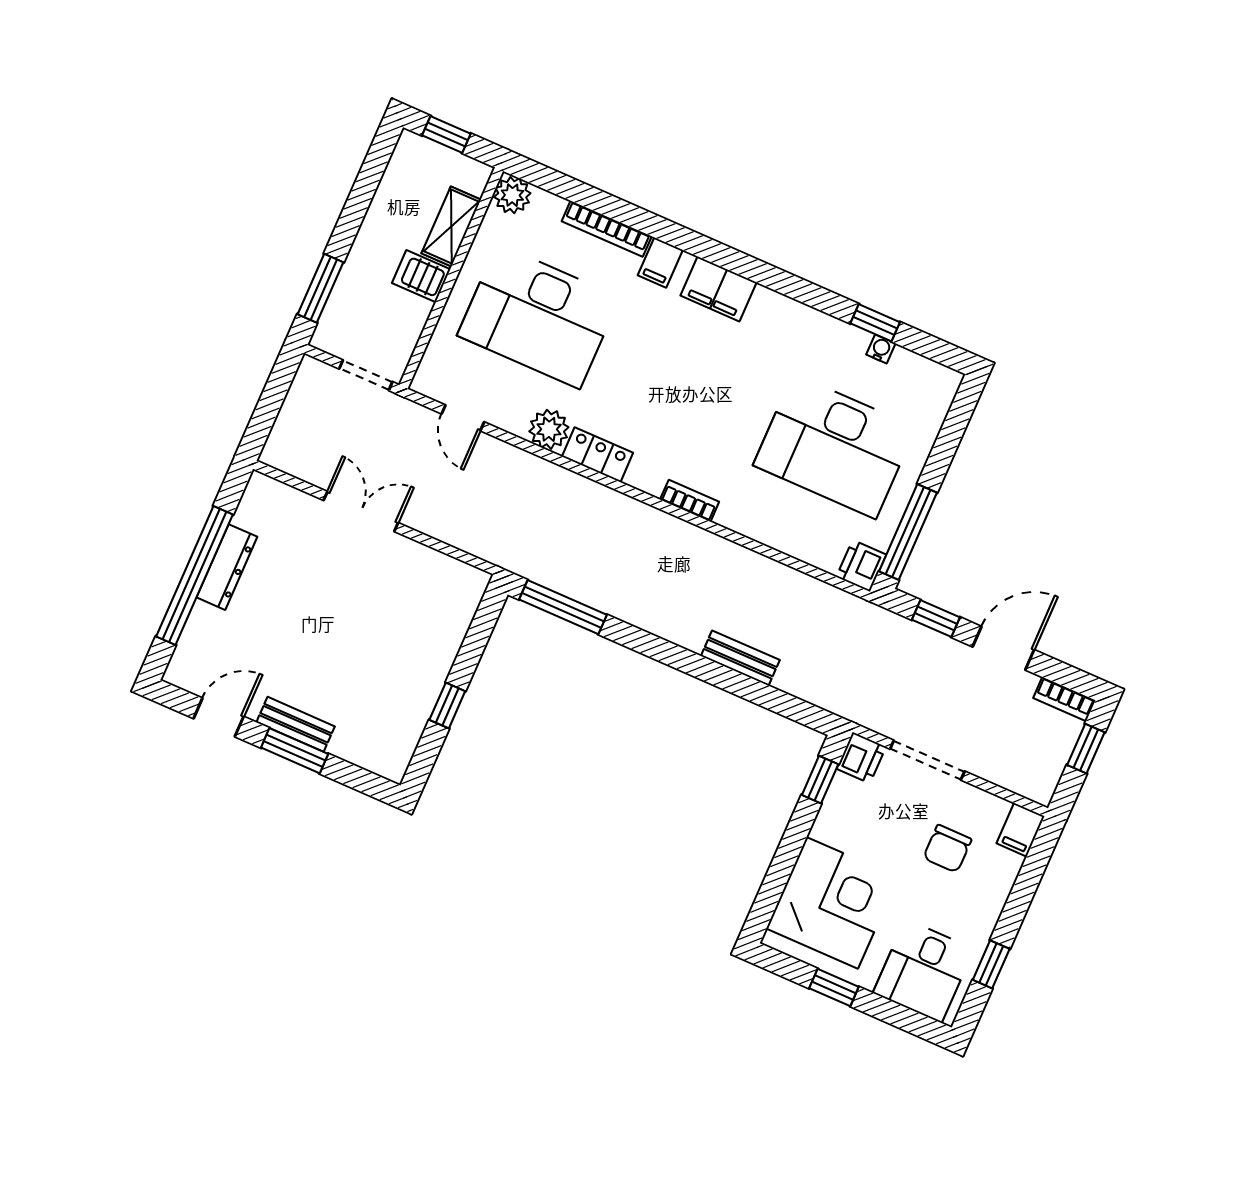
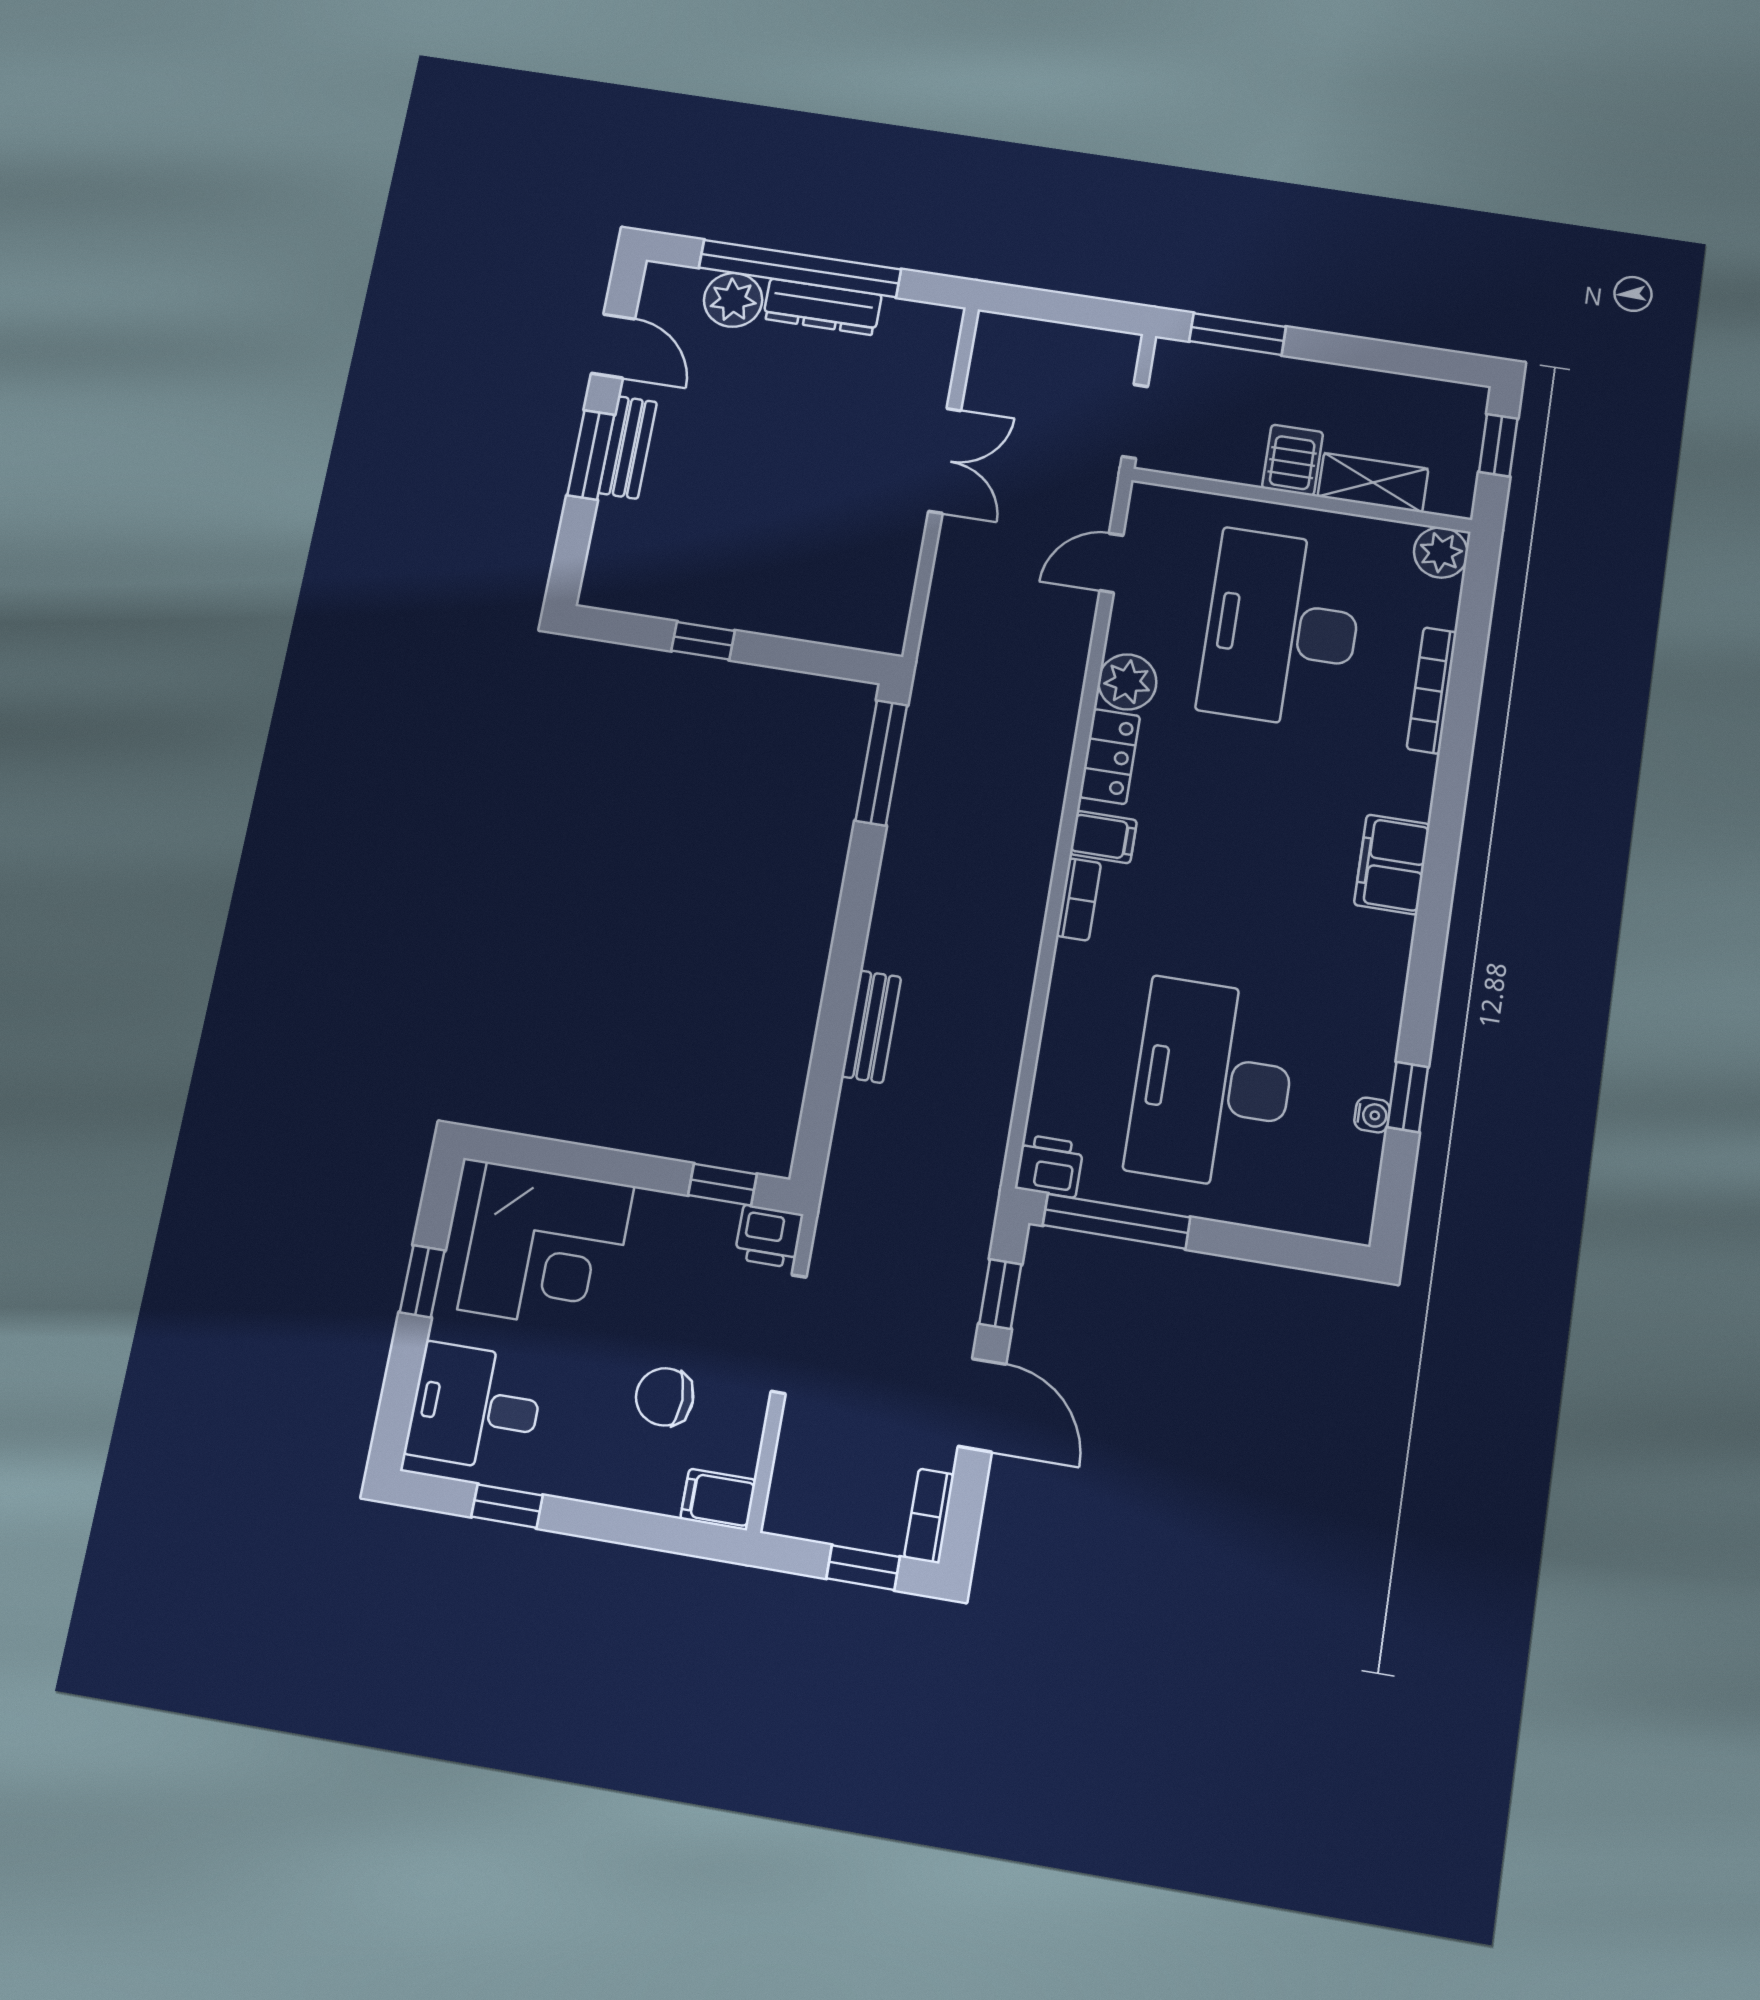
filing cabinet: (660, 263) -> (1103, 837), moved, turned 180
plant: (206, 627) -> (733, 300), added

